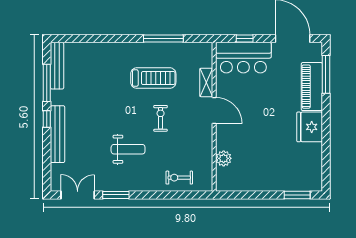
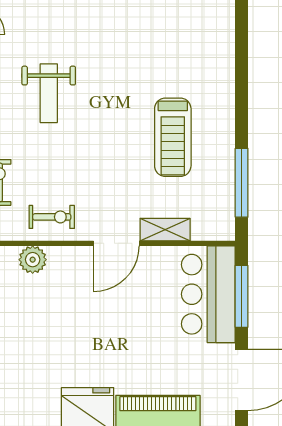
window: (163, 39) -> (242, 183), moved
window: (245, 39) -> (242, 296), width x2.17
exercise bike: (161, 118) -> (52, 217), moved

